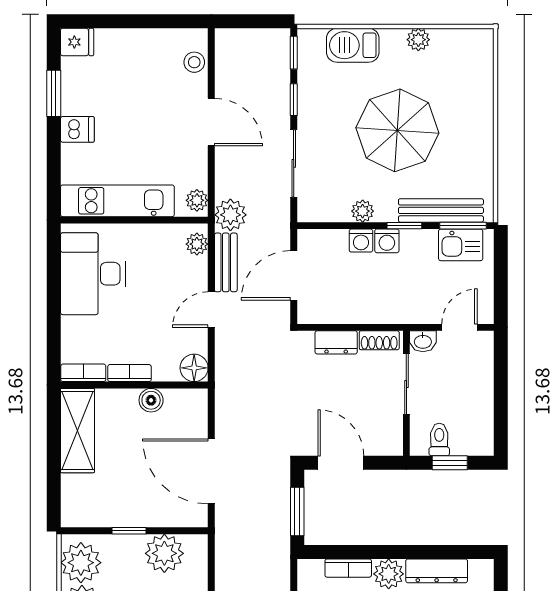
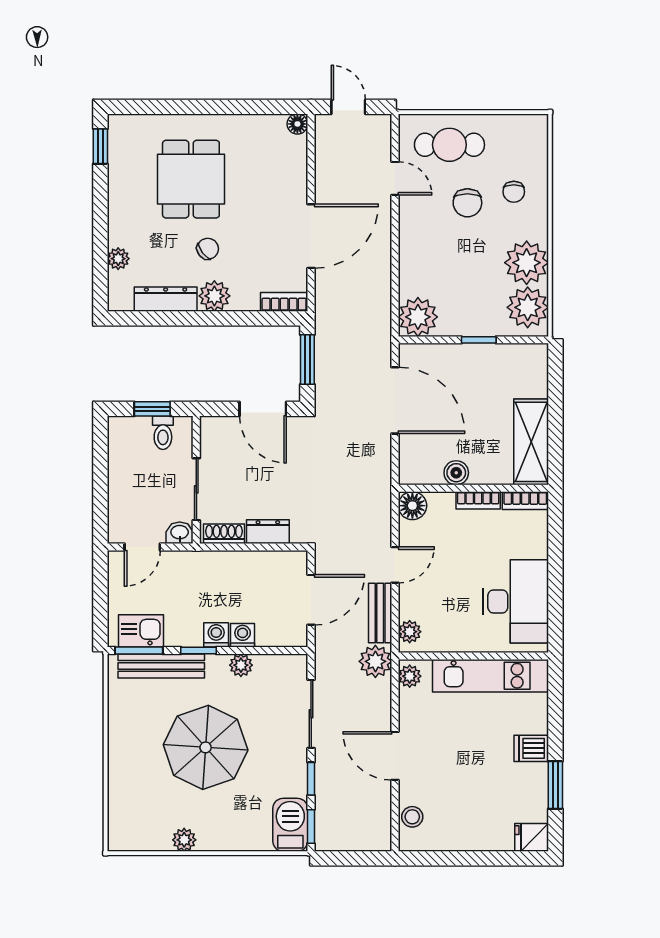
barbecue: (353, 45) -> (290, 825), moved, turned -90
plant: (164, 553) -> (418, 317), moved
bookcase: (348, 568) -> (284, 302), moved

